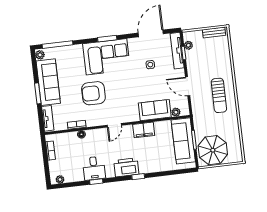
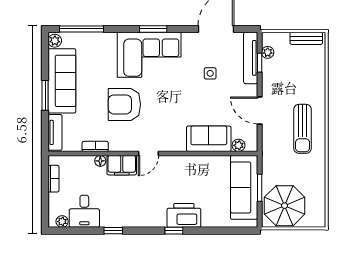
filing cabinet: (144, 130) -> (122, 165), moved
printer: (126, 167) -> (184, 215), moved
desk: (94, 168) -> (84, 211), moved

